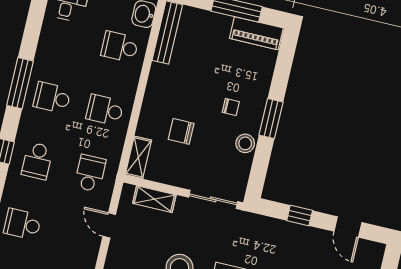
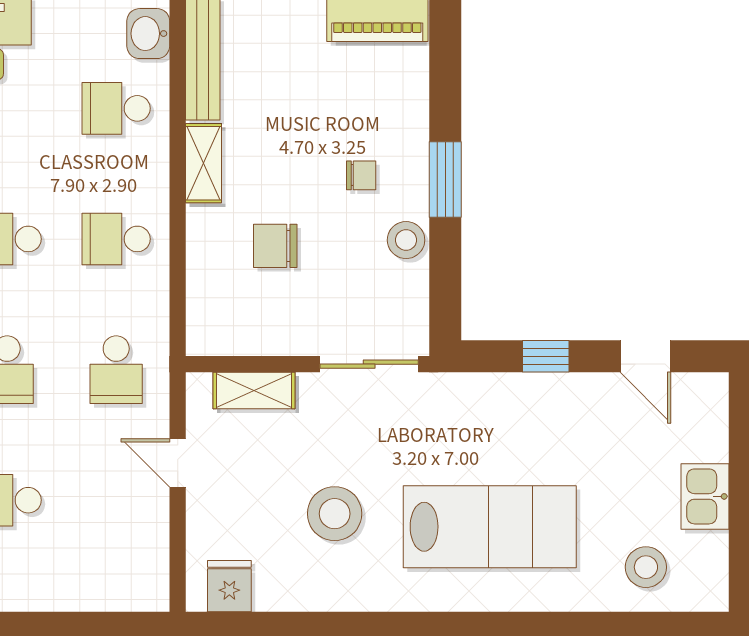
shelving: (138, 157) -> (203, 163), moved
school desk: (90, 173) -> (116, 370), turned 180

